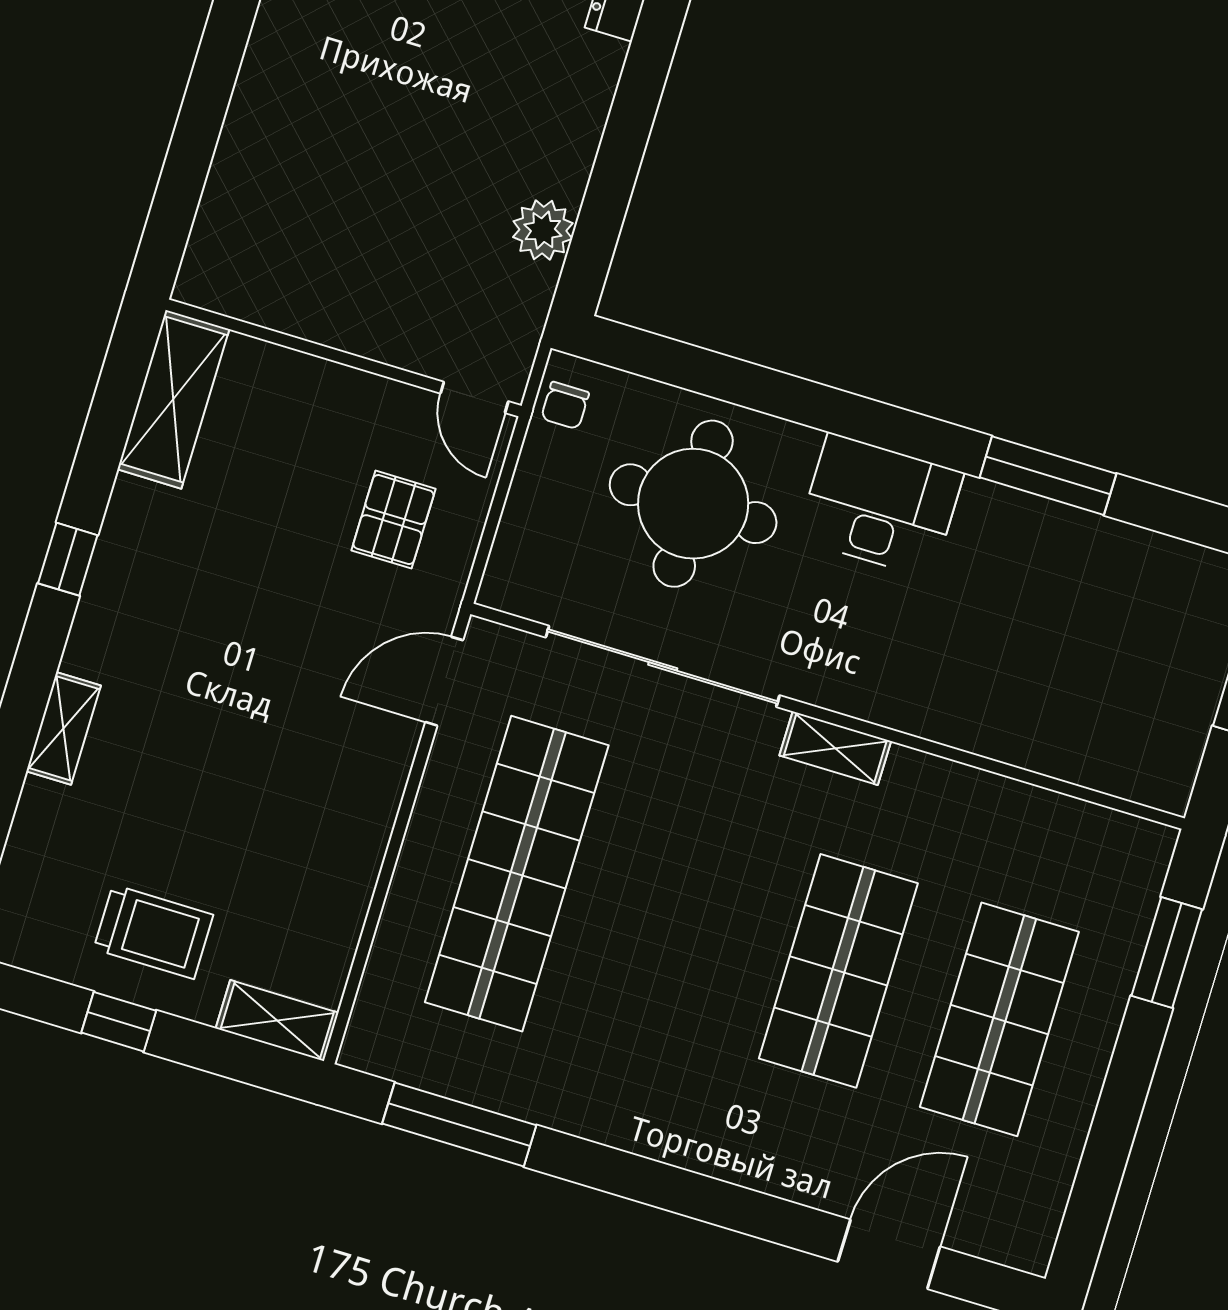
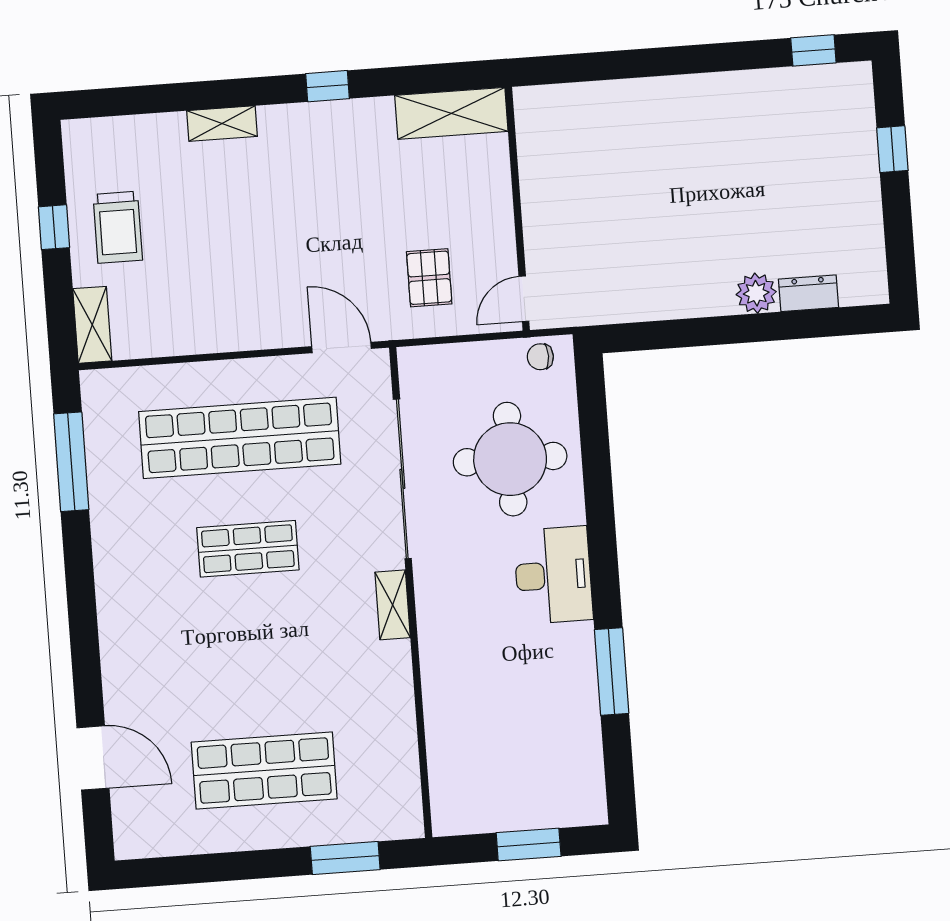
plant: (543, 230) -> (756, 293), moved
pallet: (393, 520) -> (429, 278), turned 90
shop shelf: (838, 971) -> (248, 549), moved, width x0.70, depth x0.74

